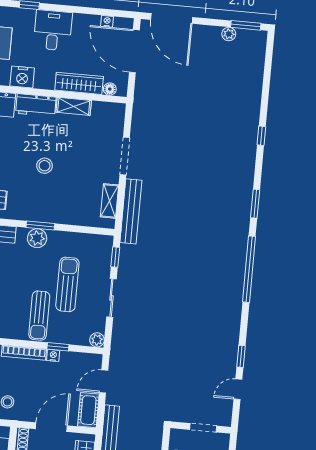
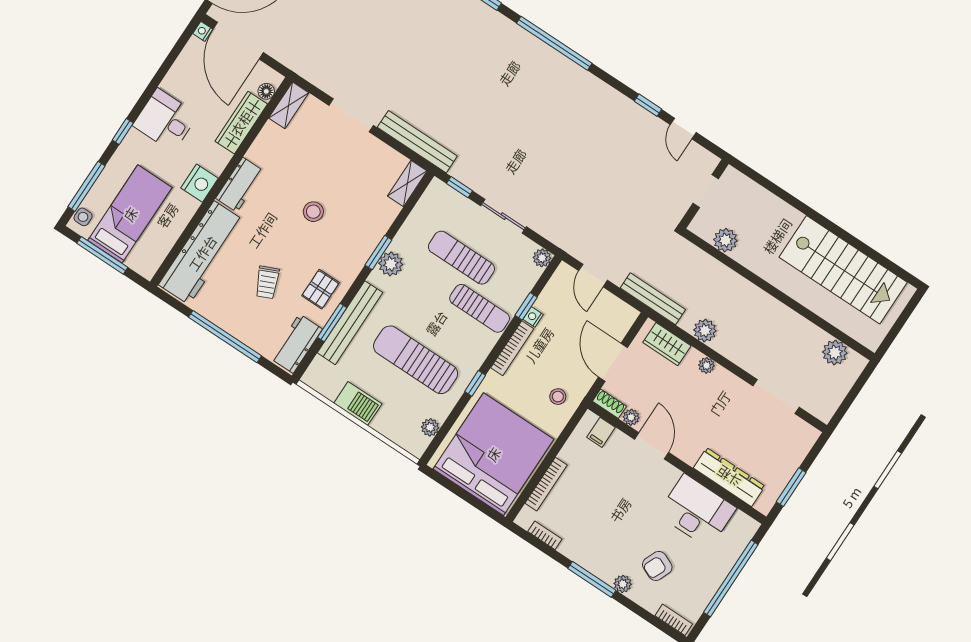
nightstand: (107, 21) -> (203, 31), moved
door: (134, 51) -> (238, 41), hinge flipped
shelving: (74, 106) -> (289, 105), moved
shelving: (109, 201) -> (407, 184), moved, turned 90
cot: (88, 410) -> (616, 310), removed

